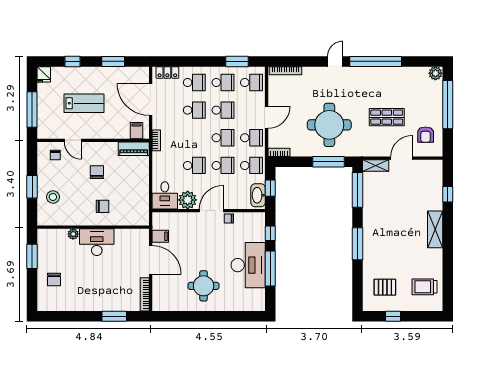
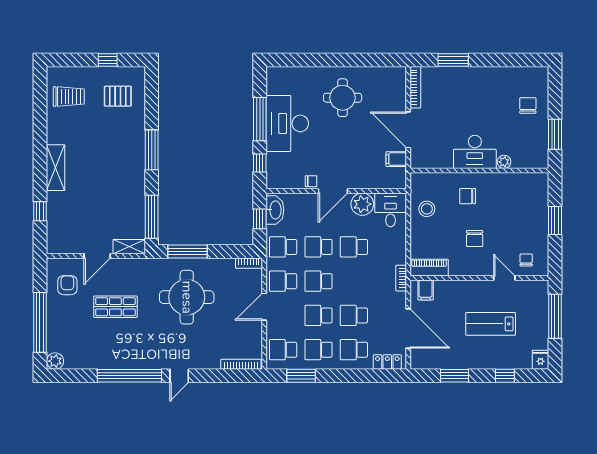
stool: (53, 197) -> (427, 209), moved

